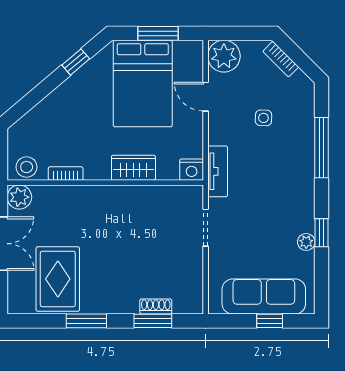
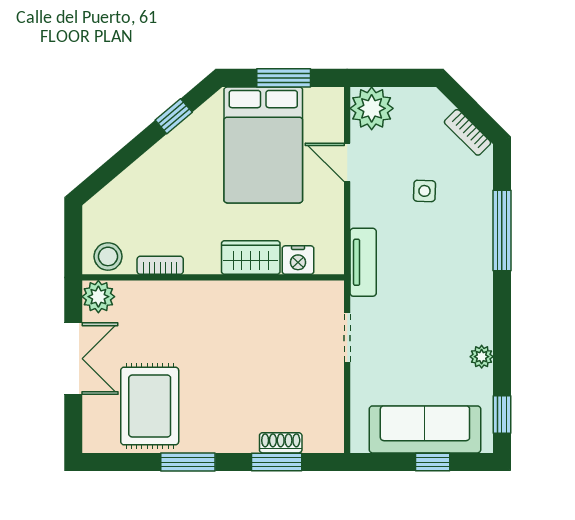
bookcase: (281, 59) -> (468, 132), moved
nightstand: (192, 170) -> (298, 260), moved
window: (321, 233) -> (502, 414), moved

